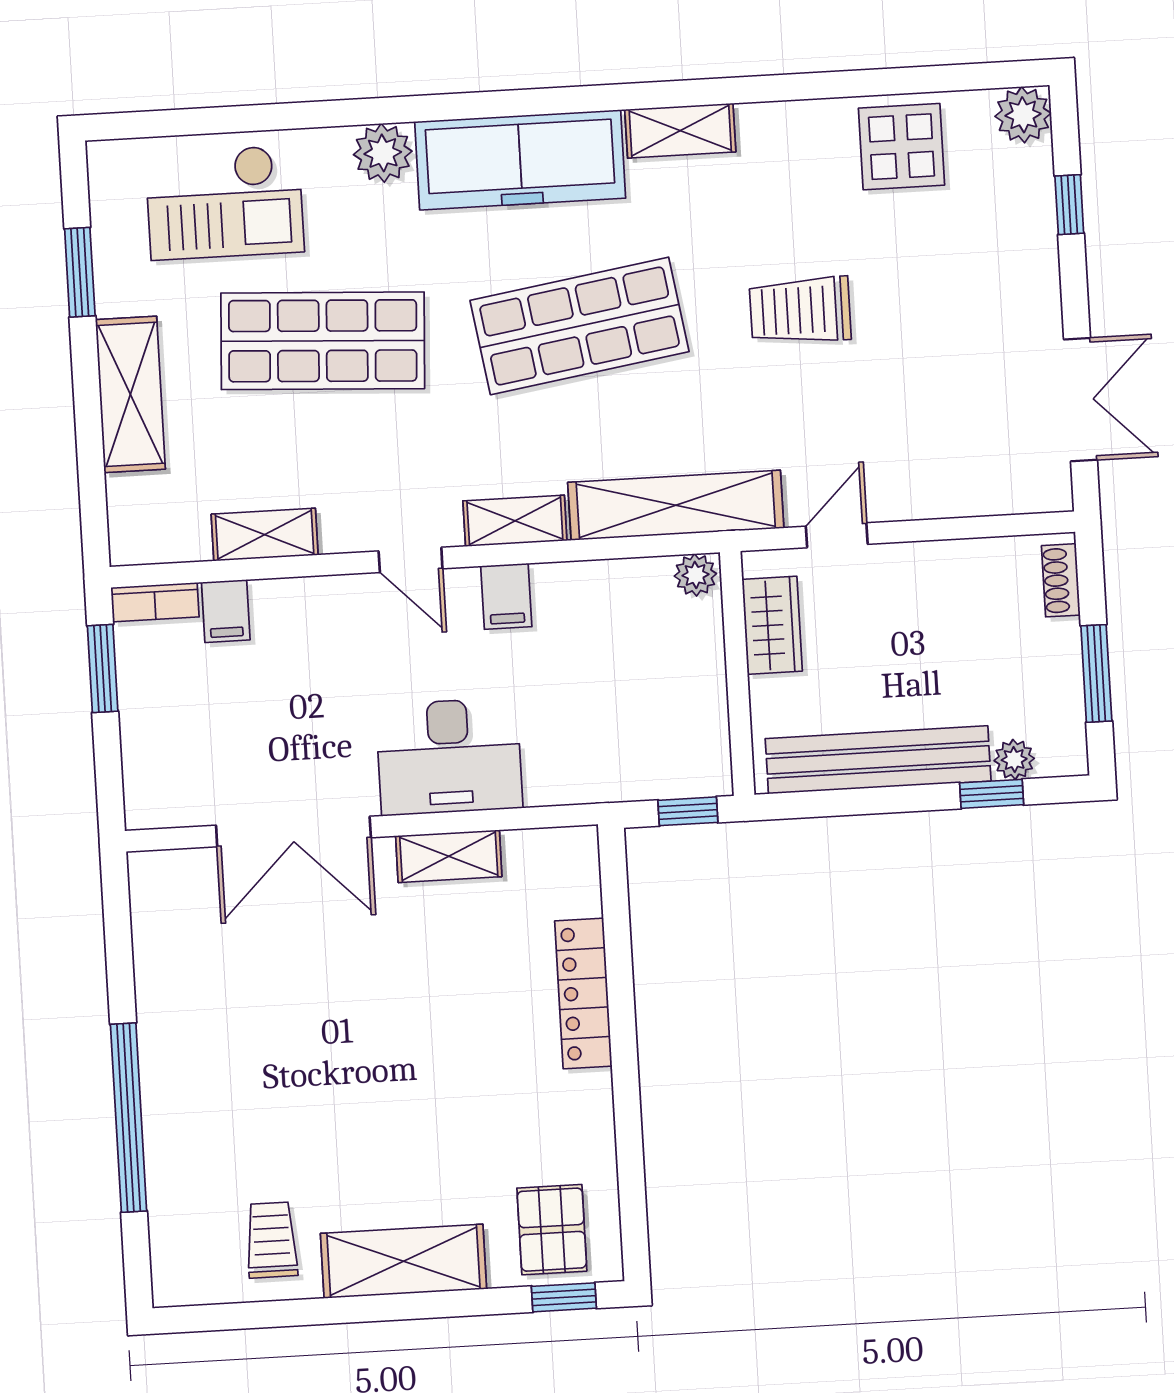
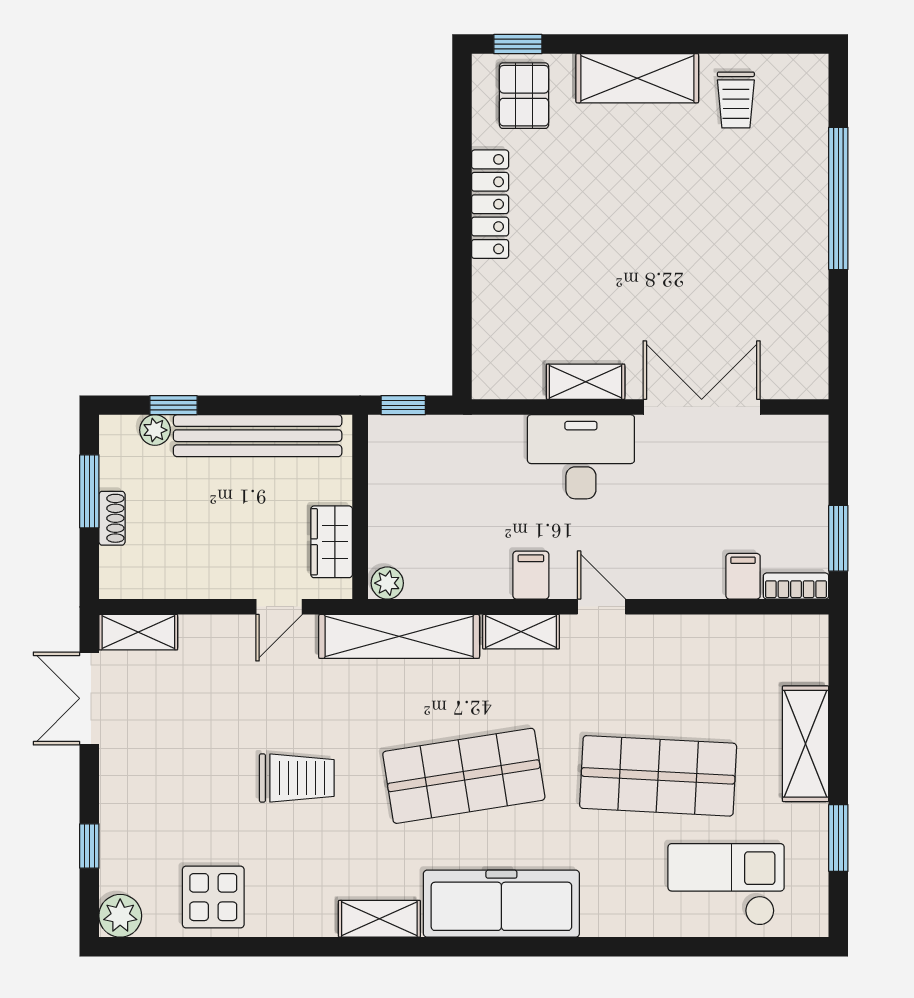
plant: (383, 153) -> (605, 915), removed
shelving: (265, 535) -> (138, 632), moved
shoe rack: (1061, 580) -> (112, 518), moved
locker: (583, 993) -> (490, 204), moved

